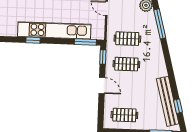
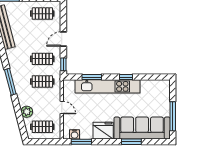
window: (160, 24) -> (10, 82), moved
window: (85, 42) -> (92, 77), moved
door: (102, 86) -> (63, 39), hinge flipped

